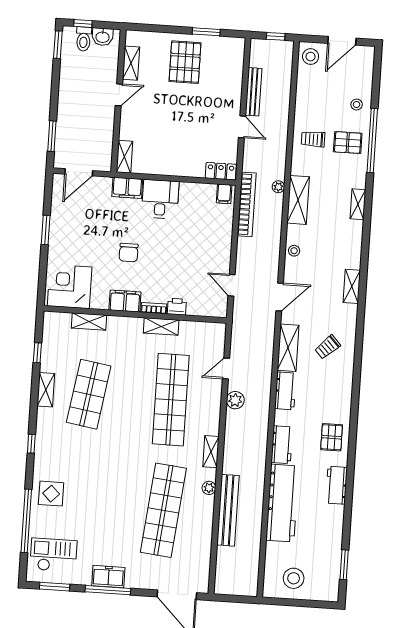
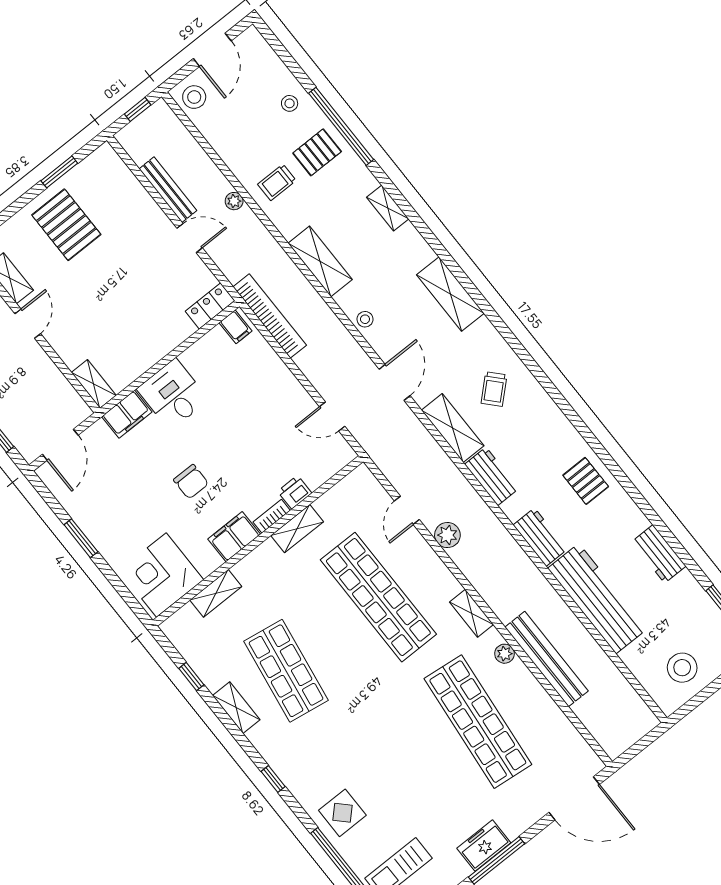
plant: (278, 187) -> (234, 201), moved
shelving: (352, 286) -> (450, 294), width x1.50, depth x1.33
workbench: (336, 485) -> (659, 554), moved

